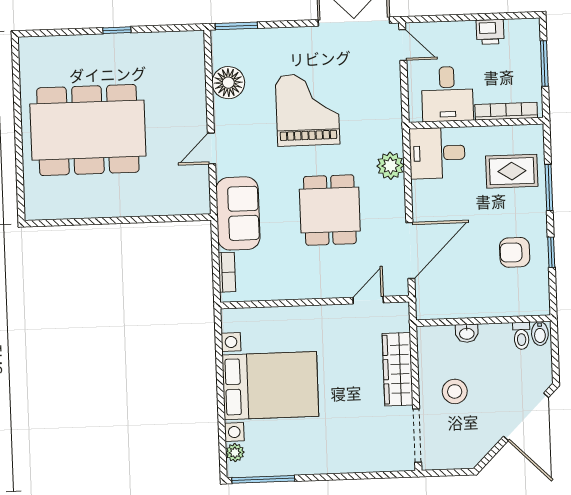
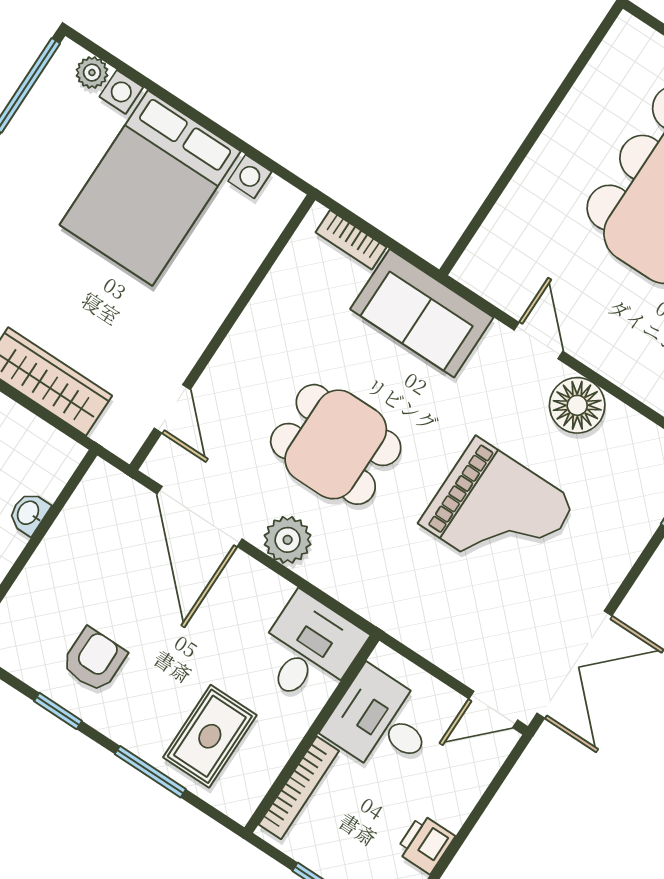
floor lamp: (228, 83) -> (577, 405), moved
plant: (390, 166) -> (288, 540), moved

